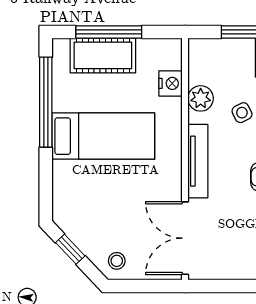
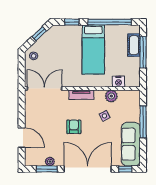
cot: (103, 55) -> (134, 45), width x0.73, depth x0.75
tv unit: (198, 161) -> (81, 95), width x0.71
window: (46, 181) -> (72, 22), added

